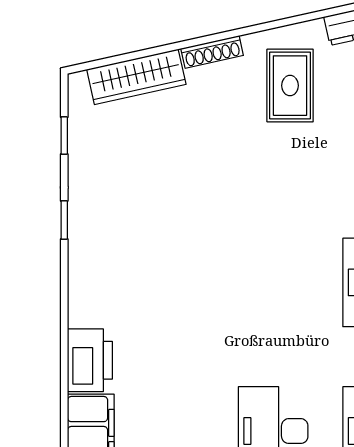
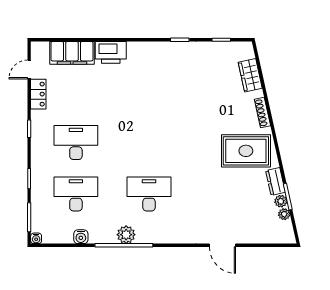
wardrobe: (136, 77) -> (250, 75), width x0.67
rug: (290, 86) -> (246, 151), width x1.36, depth x1.43

